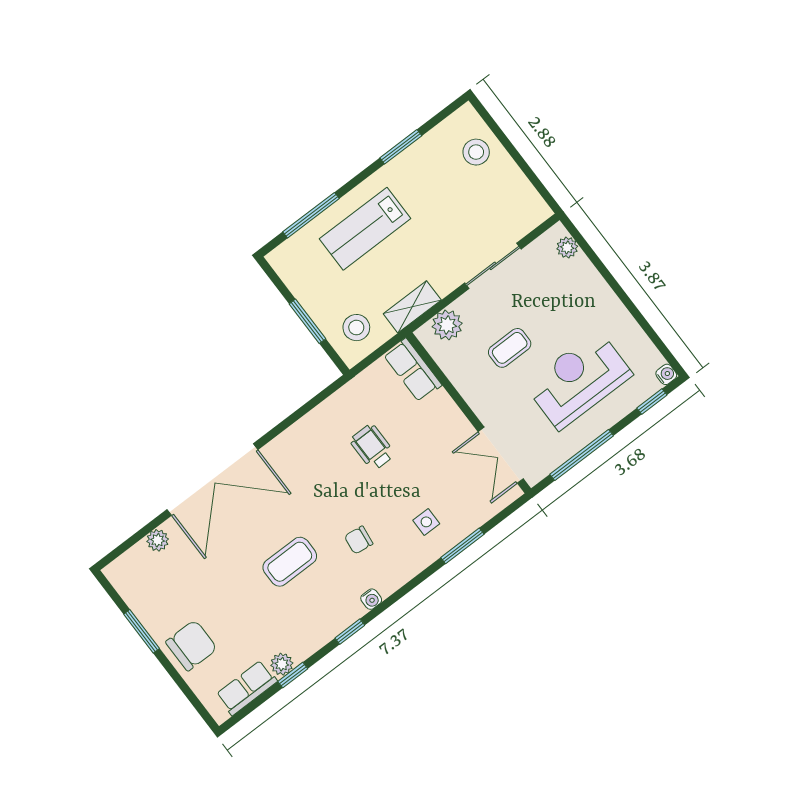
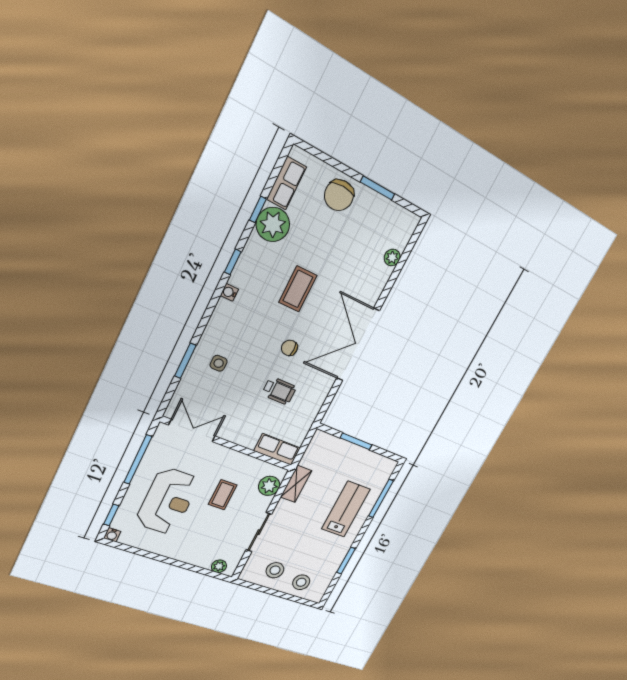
stool: (356, 328) -> (275, 570), moved
double door: (212, 480) -> (358, 345), moved
chair: (359, 540) -> (289, 348), moved, turned -97
plant: (282, 664) -> (273, 224), width x1.87, depth x1.87

